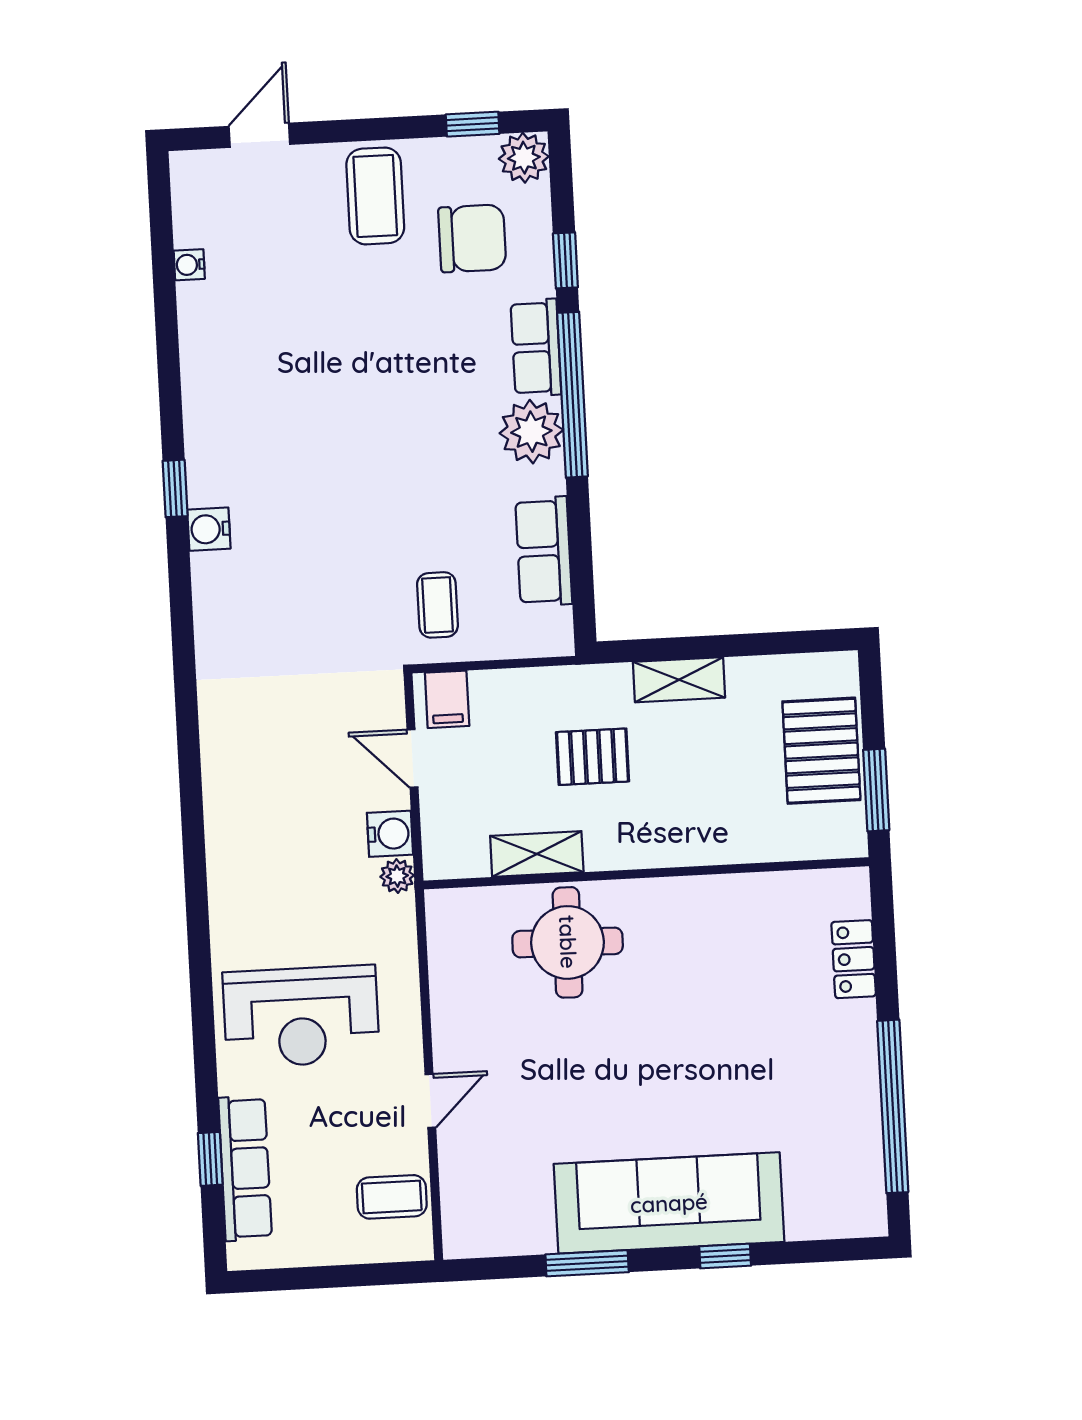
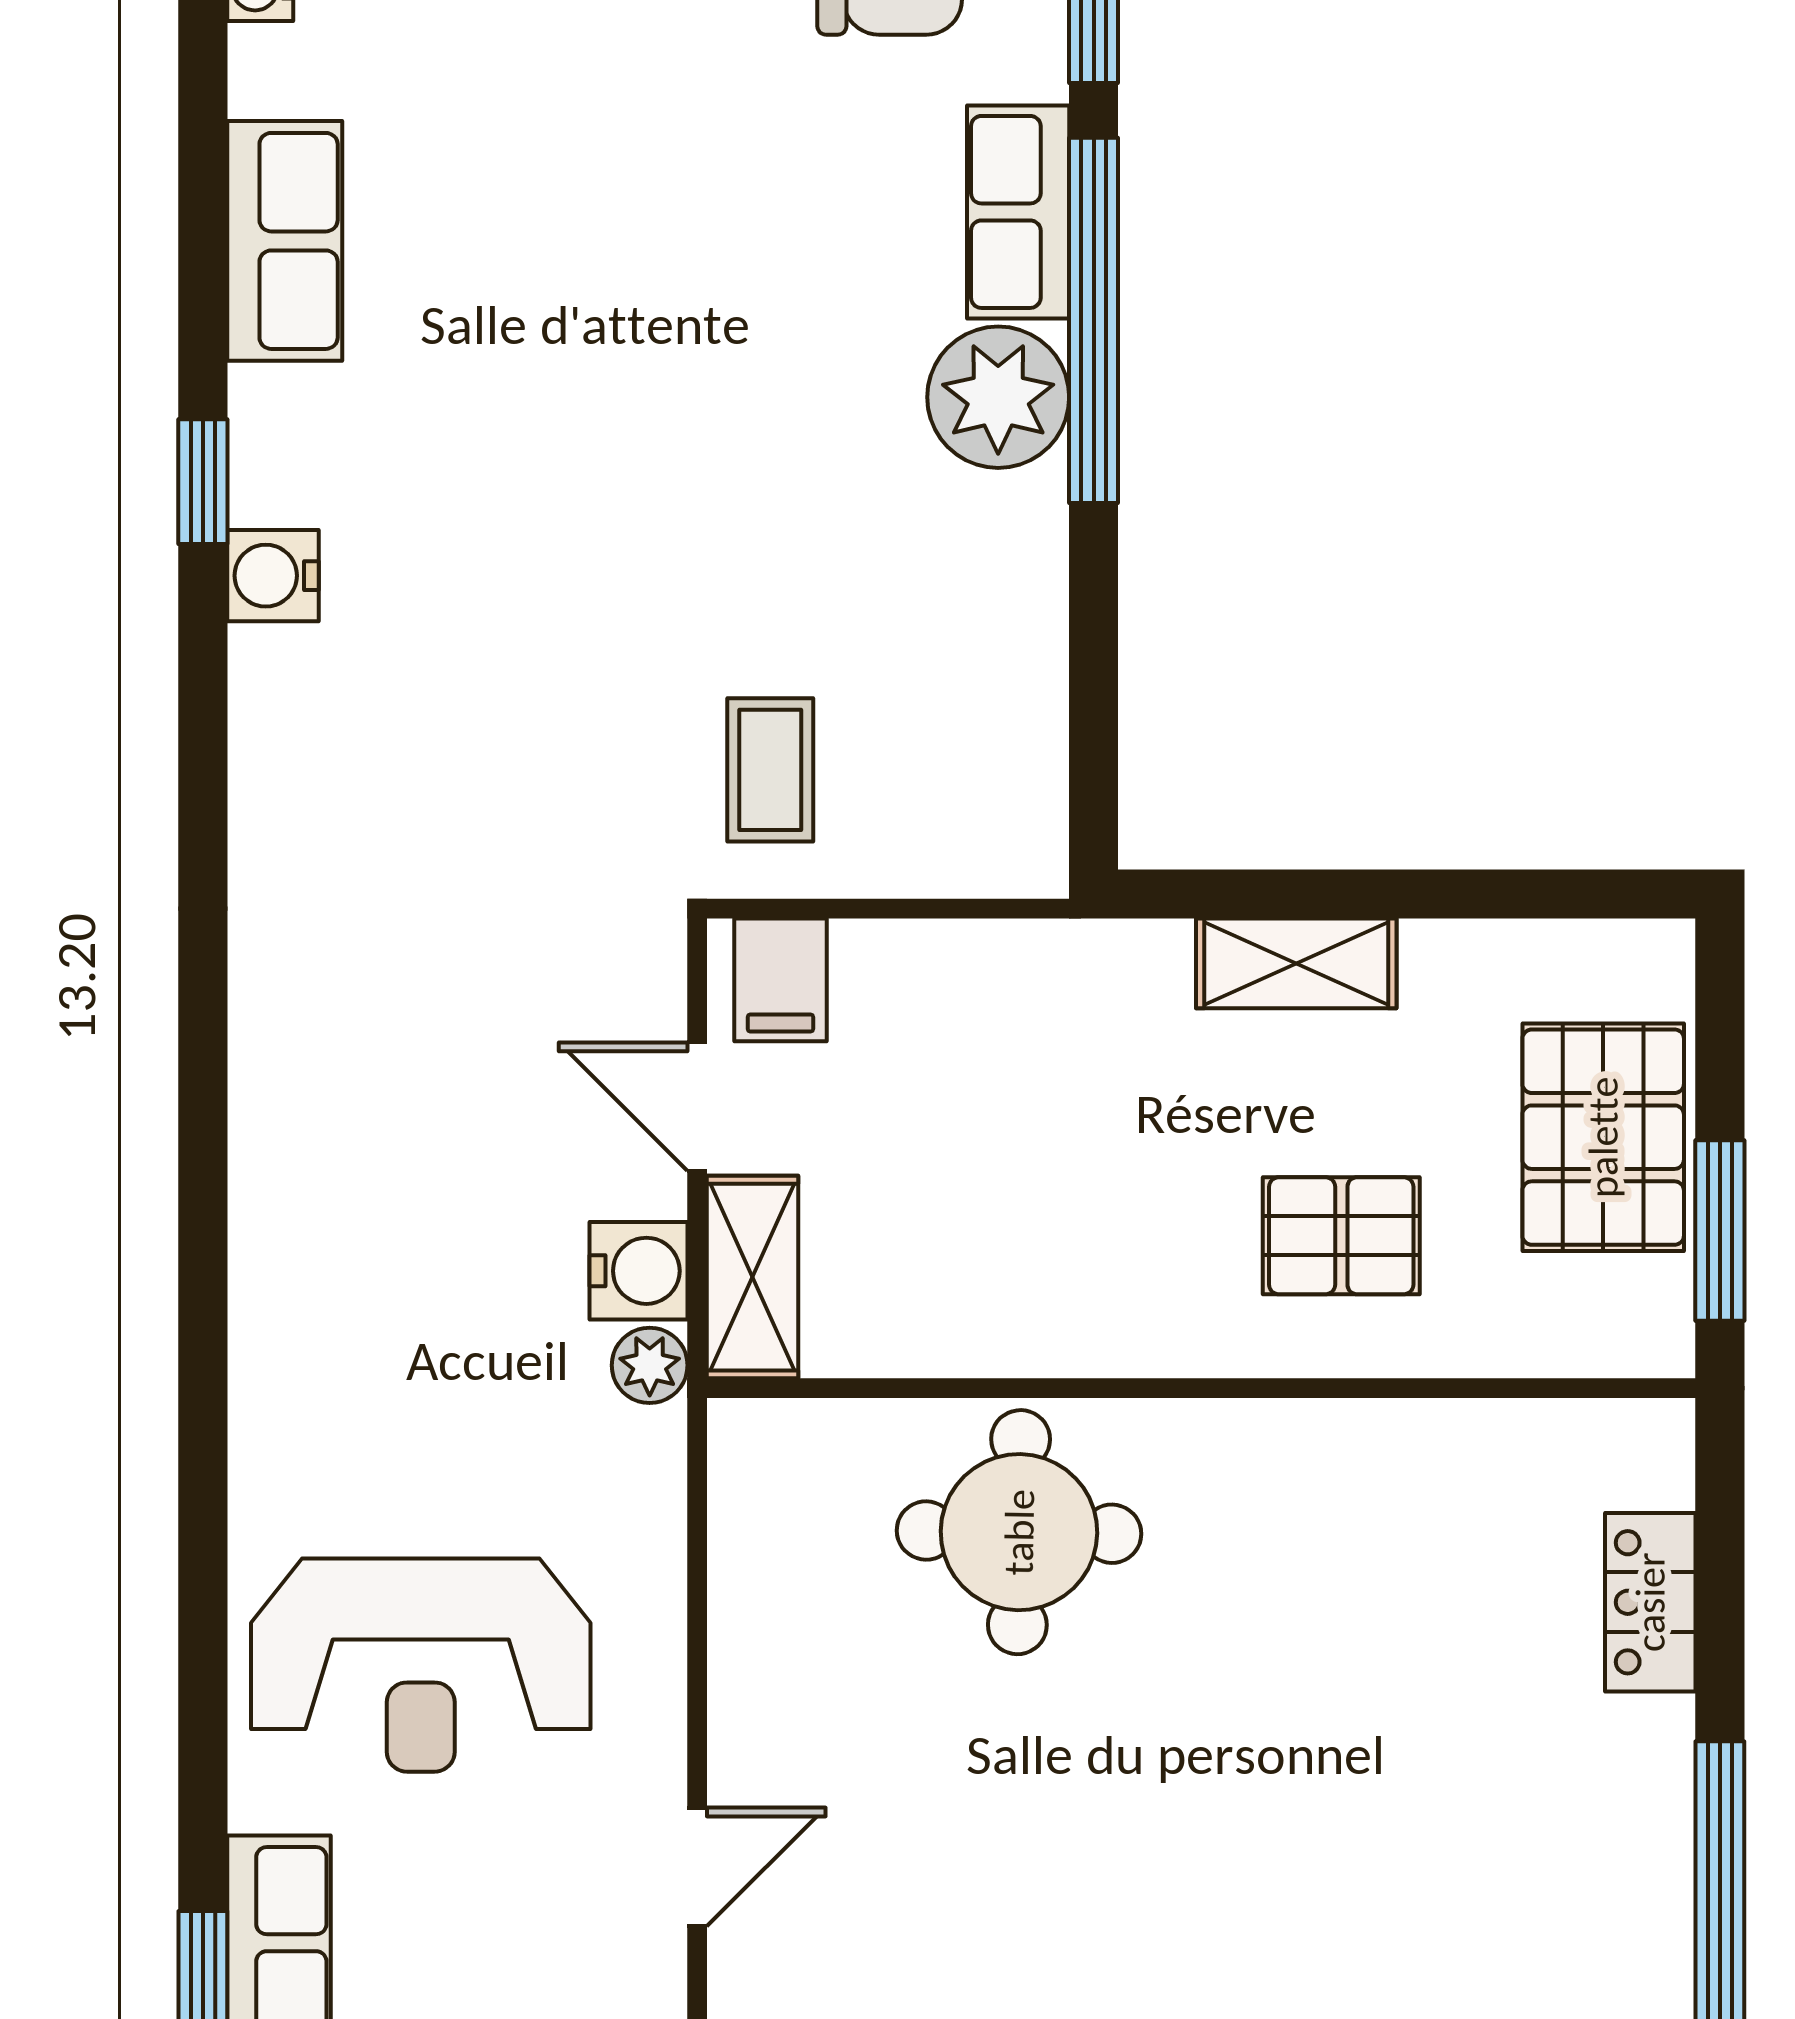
row of seats: (544, 551) -> (285, 241), moved, turned 180
pallet: (593, 757) -> (1341, 1236), moved
shelving: (537, 854) -> (753, 1277), moved, turned 90

